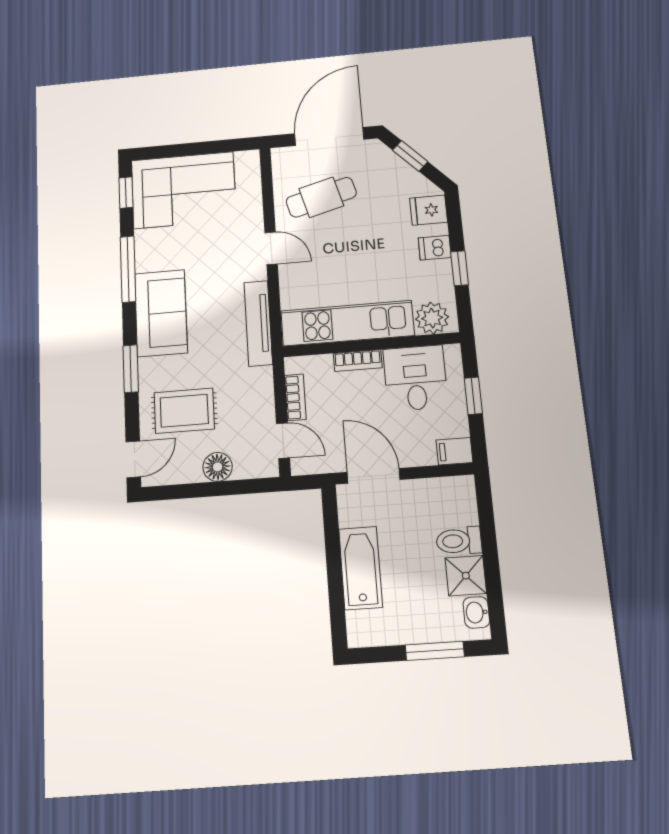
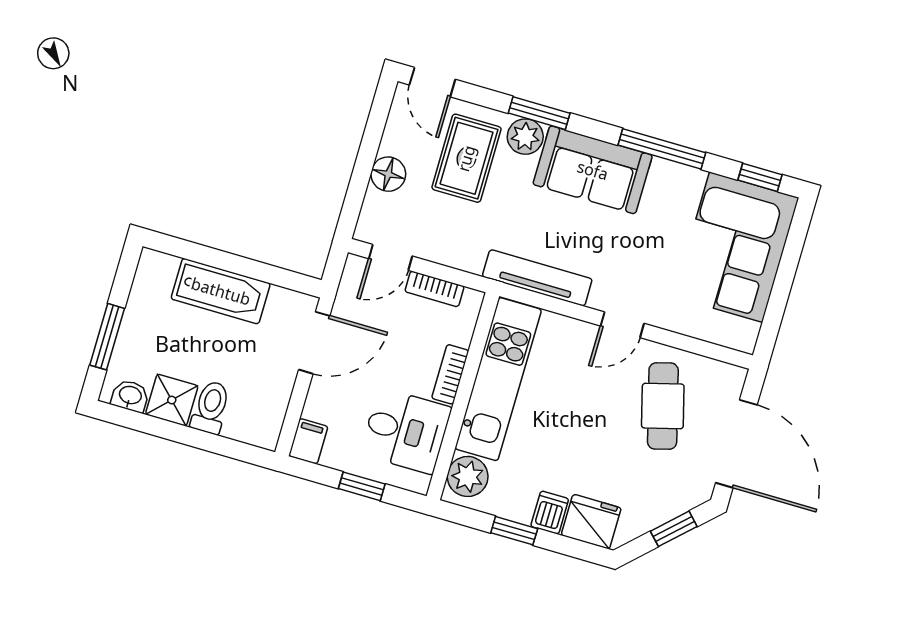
fridge: (429, 210) -> (591, 522), width x1.38
plant: (152, 372) -> (525, 137), added

